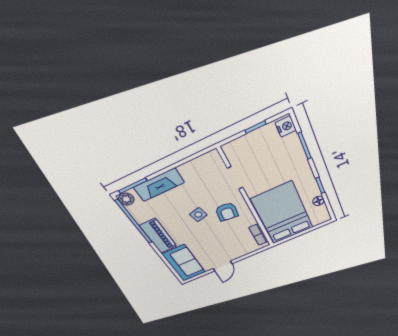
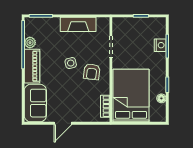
nightstand: (286, 126) -> (160, 45), moved
fireplace: (159, 185) -> (78, 24), moved
plant: (126, 199) -> (30, 43), moved

